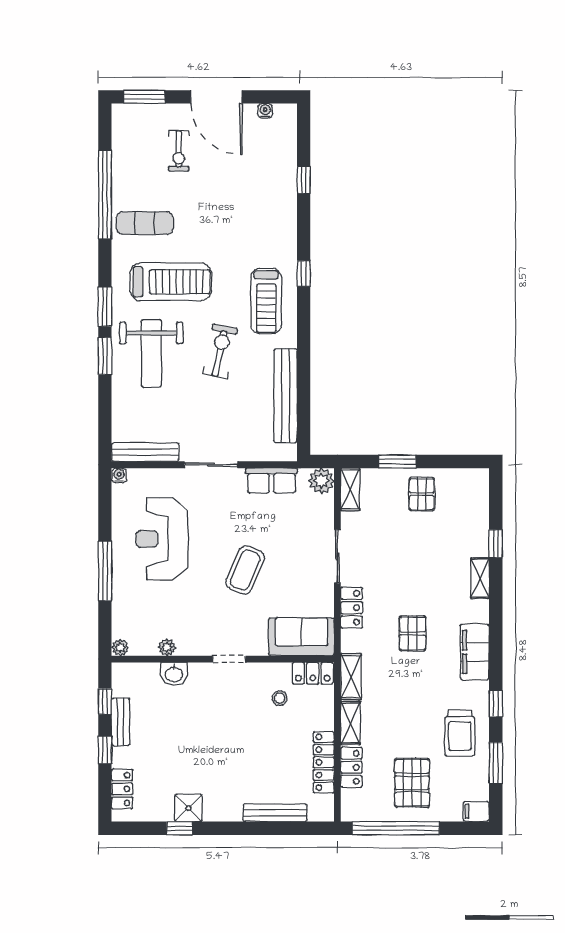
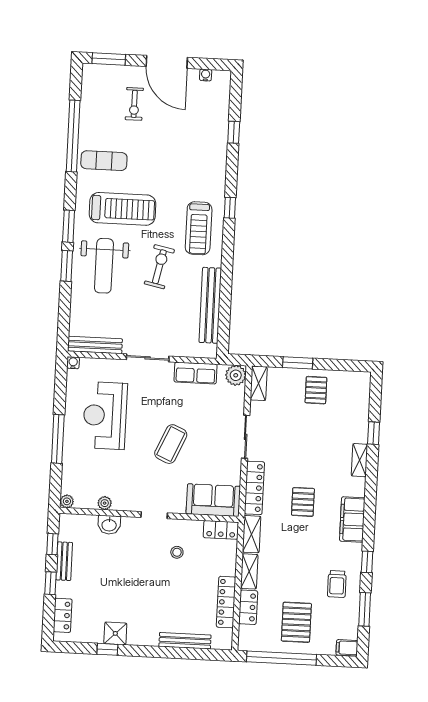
locker: (352, 608) -> (254, 488), width x1.53
stool: (280, 698) -> (177, 552), moved
trolley: (460, 733) -> (337, 584), width x0.73, depth x0.72

